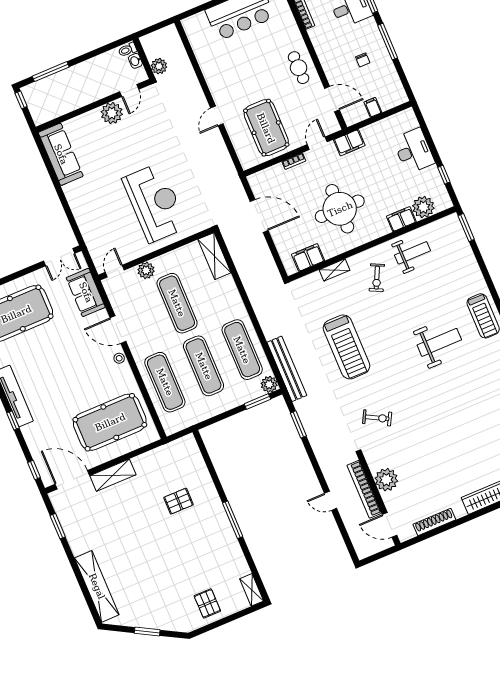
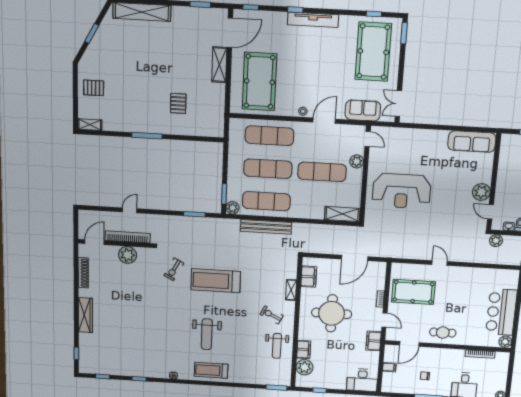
desk: (414, 151) -> (362, 380), moved
treadmill: (346, 347) -> (216, 281), moved
bench: (287, 369) -> (266, 227), moved

